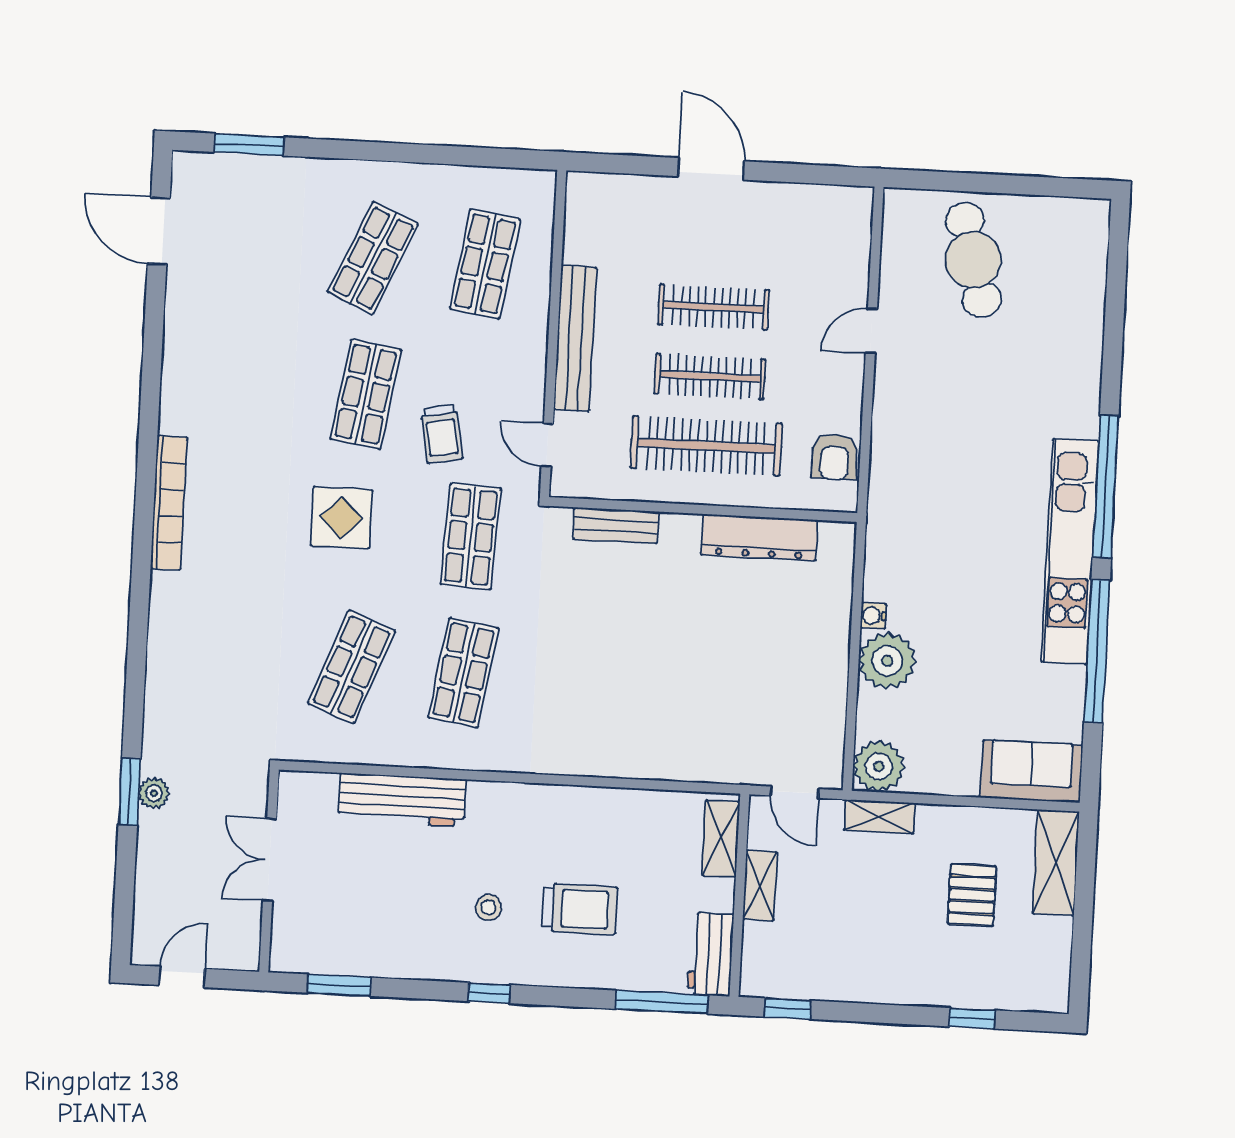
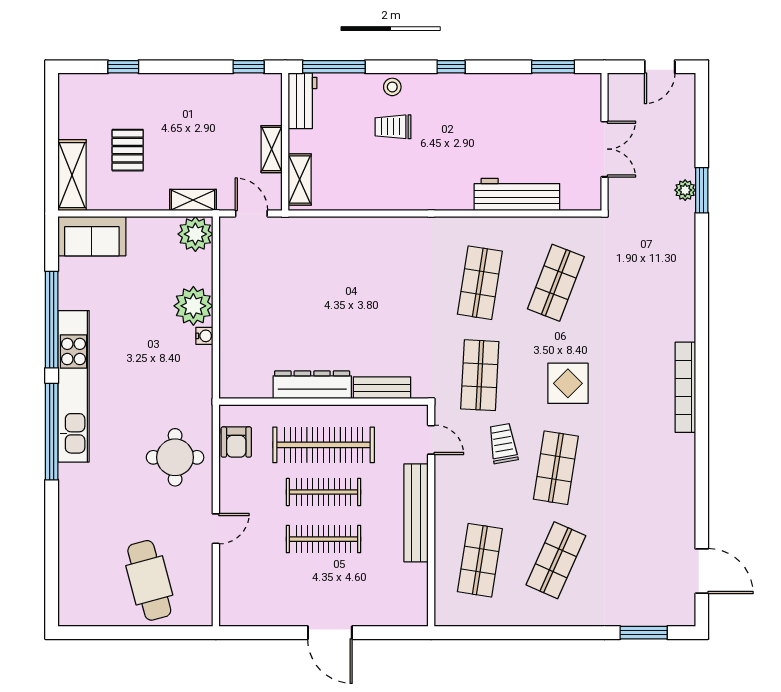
round table: (926, 439) -> (175, 457), added
armchair: (835, 457) -> (236, 442), turned 180
dresser: (759, 537) -> (312, 385), moved
stool: (488, 907) -> (392, 87), moved
trolley: (579, 909) -> (393, 127), width x0.73, depth x0.72

